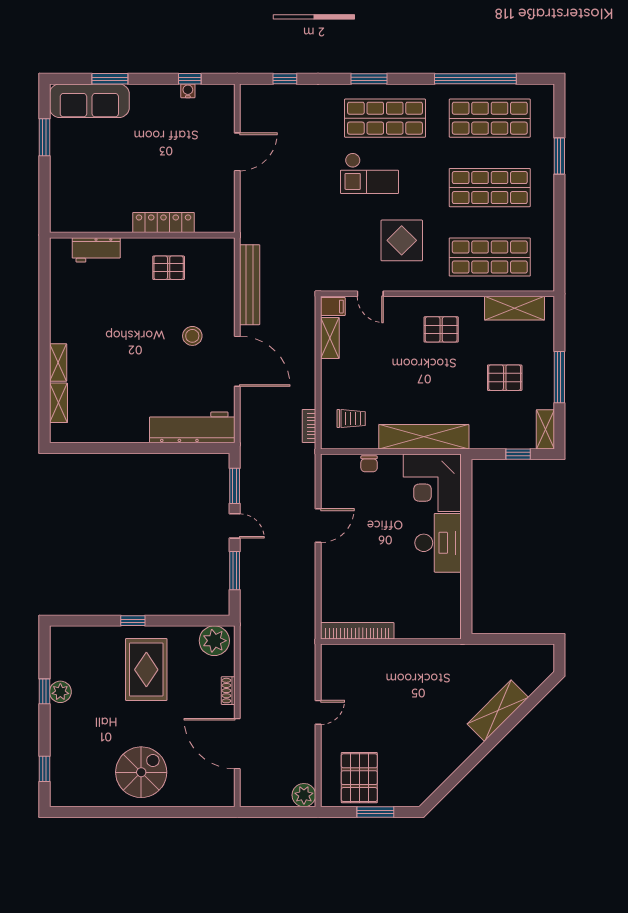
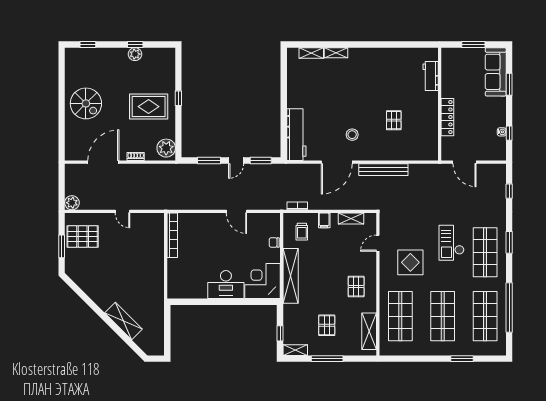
locker: (163, 222) -> (447, 117), moved
wall: (142, 235) -> (440, 104), moved
workbench: (96, 250) -> (431, 76), moved
filing cabinet: (333, 307) -> (324, 220), moved

